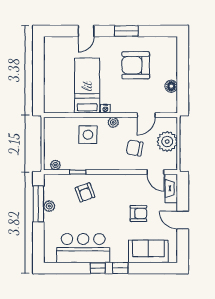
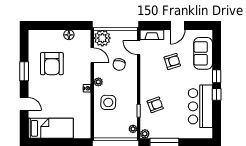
bed: (87, 86) -> (51, 128), moved, turned 180
plant: (167, 142) -> (102, 38), moved
door: (155, 172) -> (139, 48), swing flipped
plant: (49, 206) -> (145, 134), moved
armchair: (138, 213) -> (172, 61), turned 73

